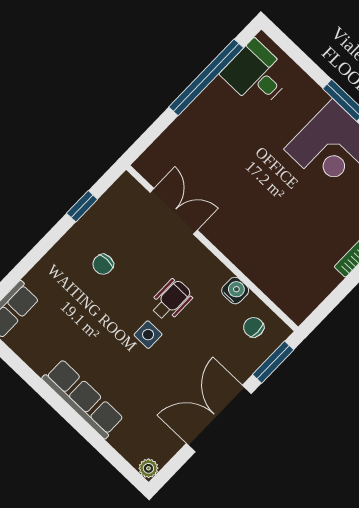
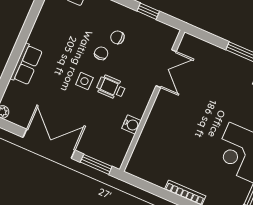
wheelchair: (171, 300) -> (111, 87), turned 180
chair: (254, 327) -> (101, 53), moved
row of seats: (83, 399) -> (26, 64), width x0.68

